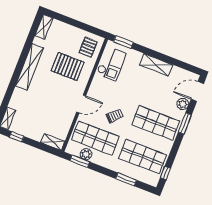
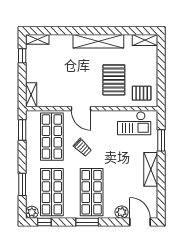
window: (123, 42) -> (161, 140), moved
window: (185, 123) -> (87, 222), moved
plant: (86, 154) -> (32, 212), moved

